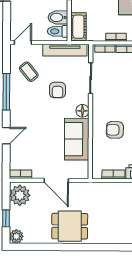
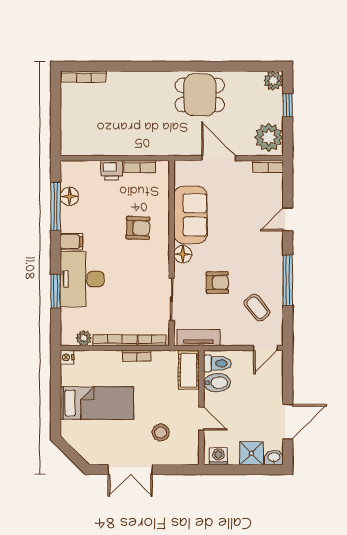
tv unit: (65, 50) -> (198, 338), width x0.71
armchair: (58, 90) -> (217, 283), turned 89

